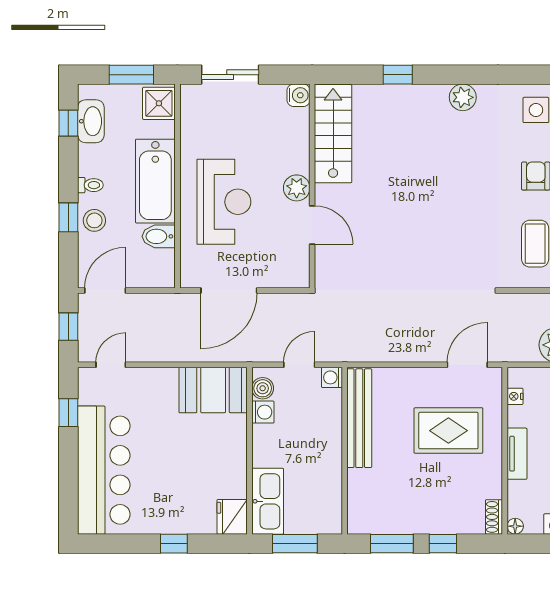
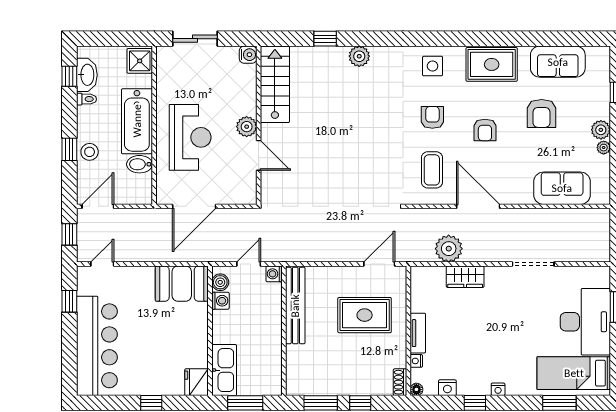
window: (131, 75) -> (118, 39), removed
plant: (463, 97) -> (359, 56), moved
toilet: (90, 185) -> (86, 99), moved
nightstand: (515, 396) -> (416, 361), moved

